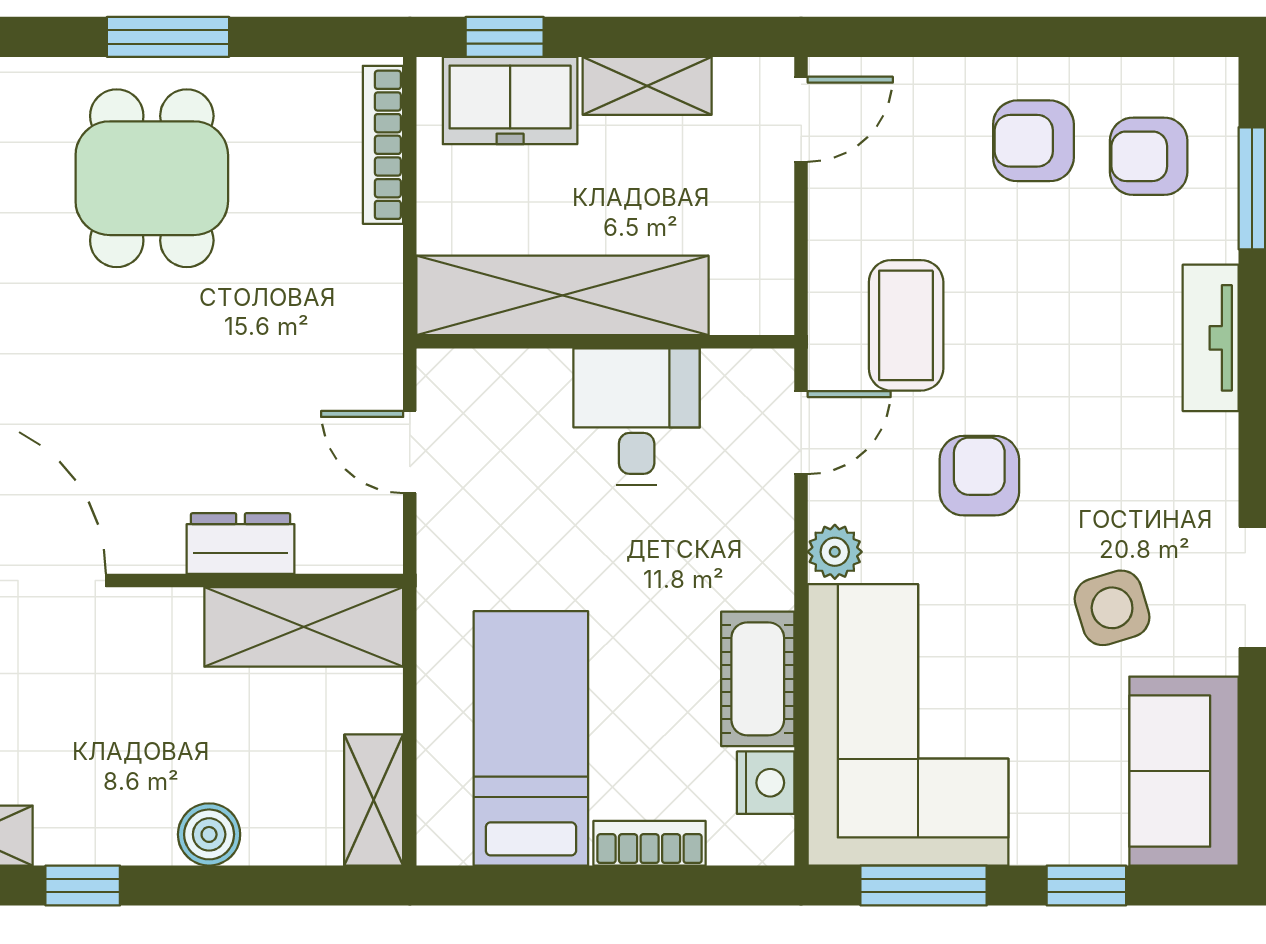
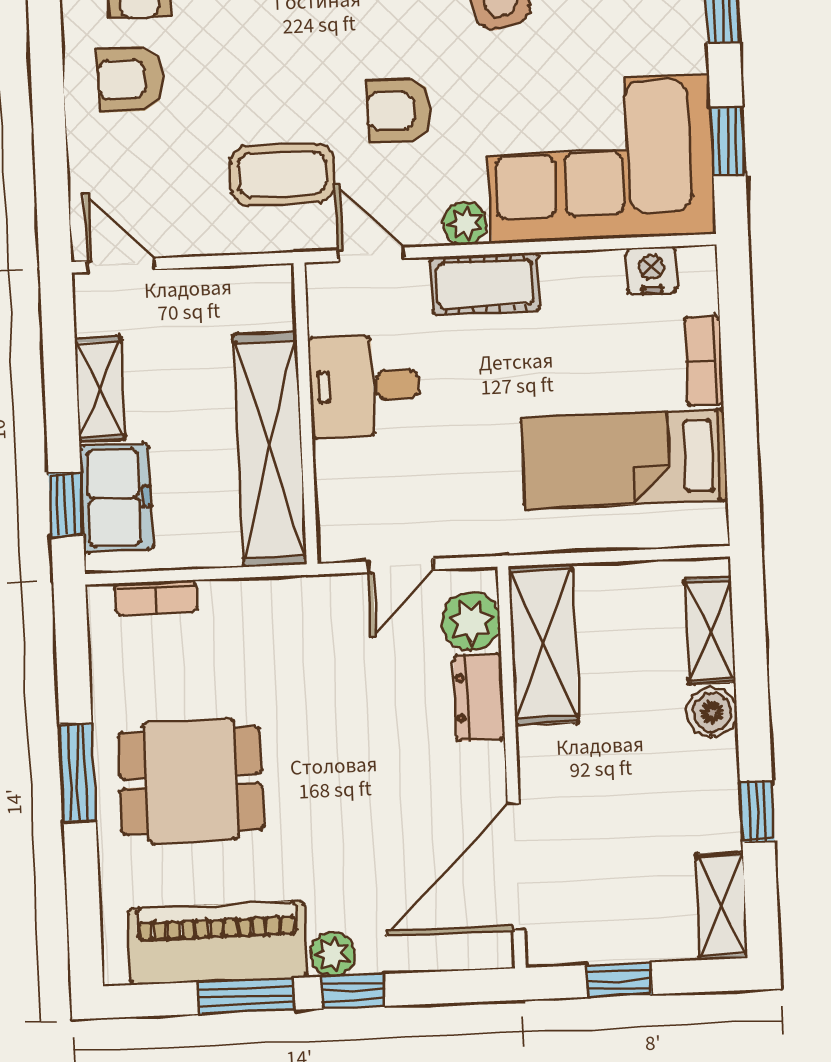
armchair: (1033, 141) -> (130, 79), turned 90
bookcase: (383, 145) -> (156, 598), width x0.64
plant: (336, 537) -> (471, 621), added
cot: (758, 679) -> (485, 284), moved
shelving: (374, 800) -> (710, 631), moved, turned 90
window: (924, 885) -> (728, 141), width x0.67

